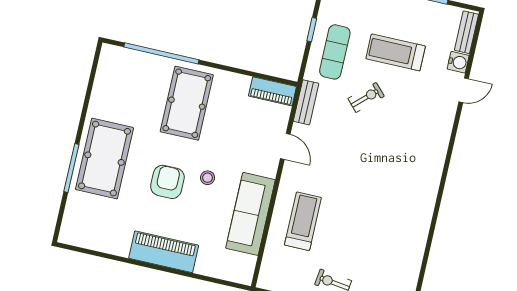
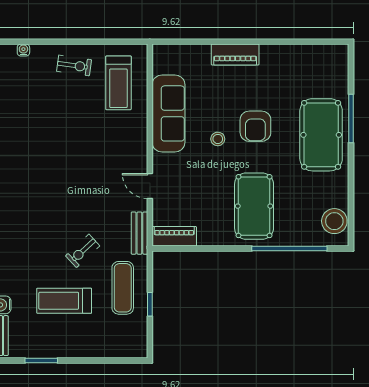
treadmill: (396, 52) -> (64, 301), turned 180
stool: (111, 70) -> (334, 221), added
treadmill: (303, 221) -> (118, 83), moved
piano: (164, 252) -> (235, 55), width x0.73, depth x0.75

